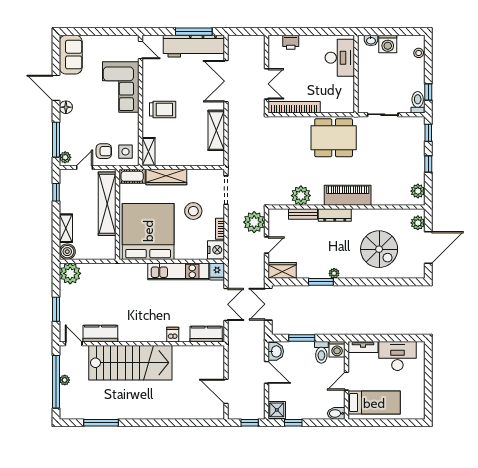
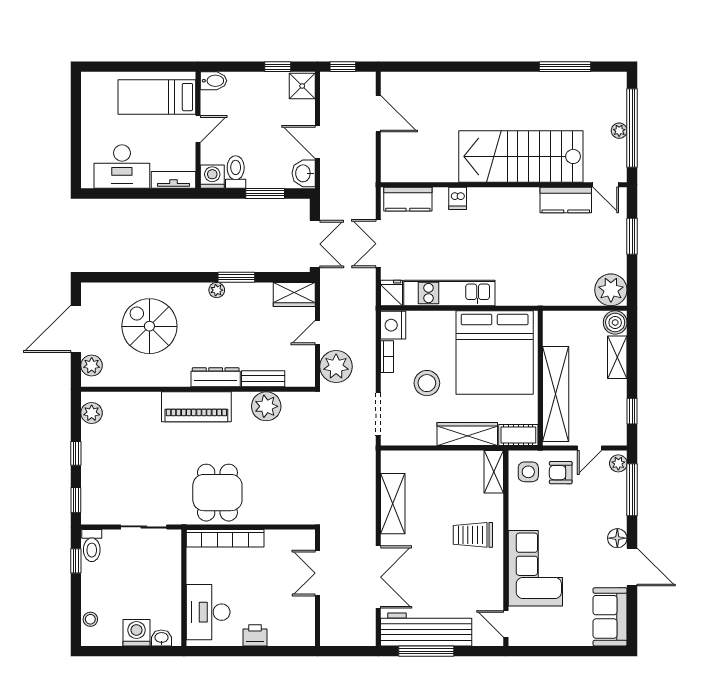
printer: (291, 42) -> (255, 635), moved
bookcase: (294, 107) -> (225, 538), moved
dining table: (334, 138) -> (217, 493), width x0.73

